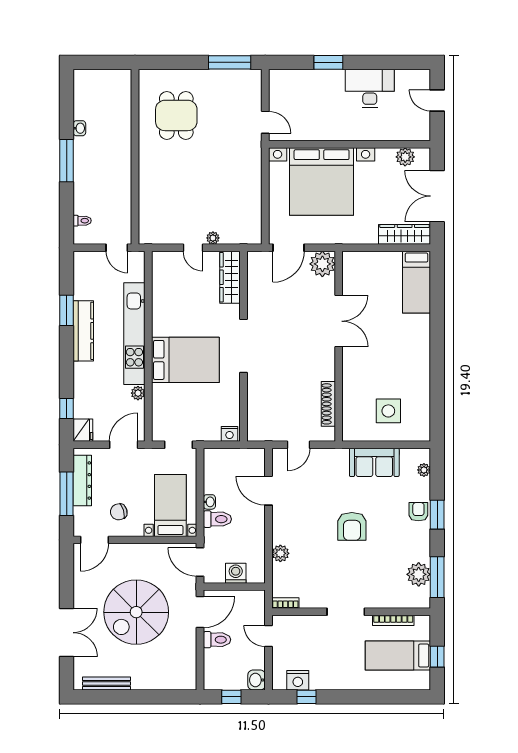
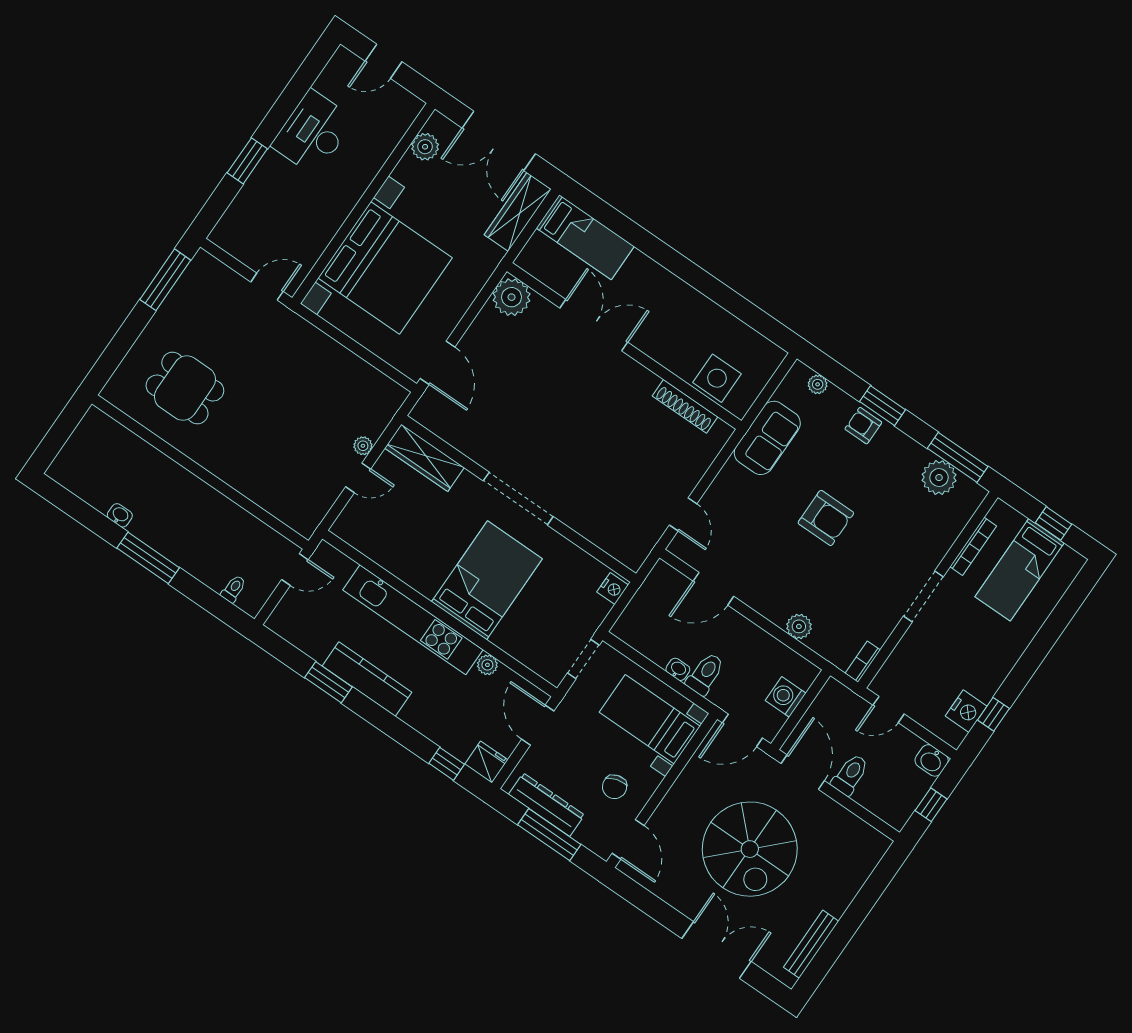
plant: (322, 264) -> (512, 297), moved
double door: (339, 321) -> (594, 325), moved
wall: (339, 346) -> (624, 346), moved
shoe rack: (328, 404) -> (685, 406), moved

